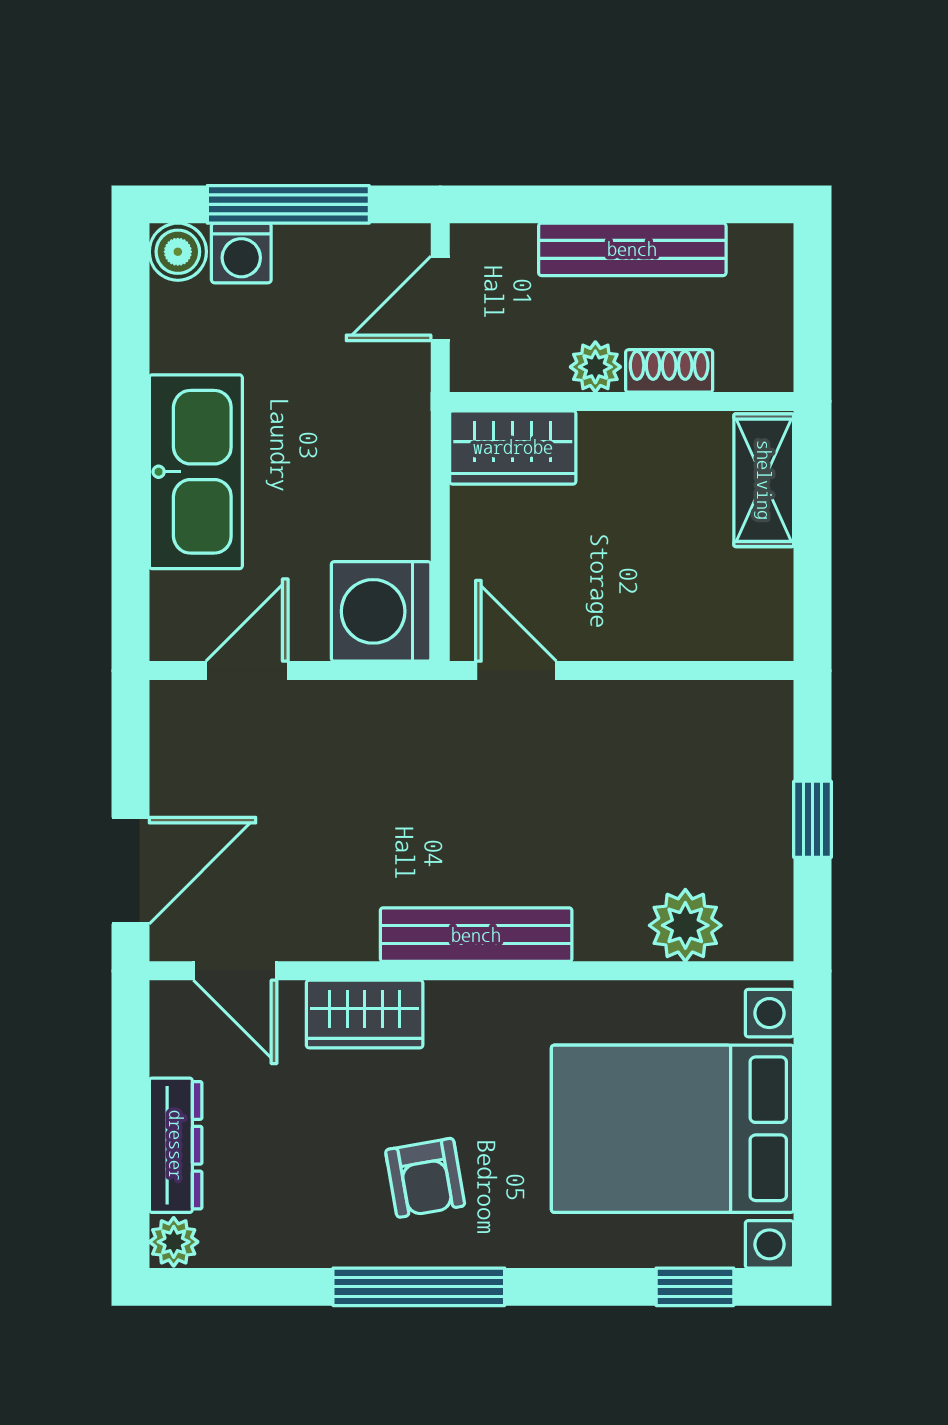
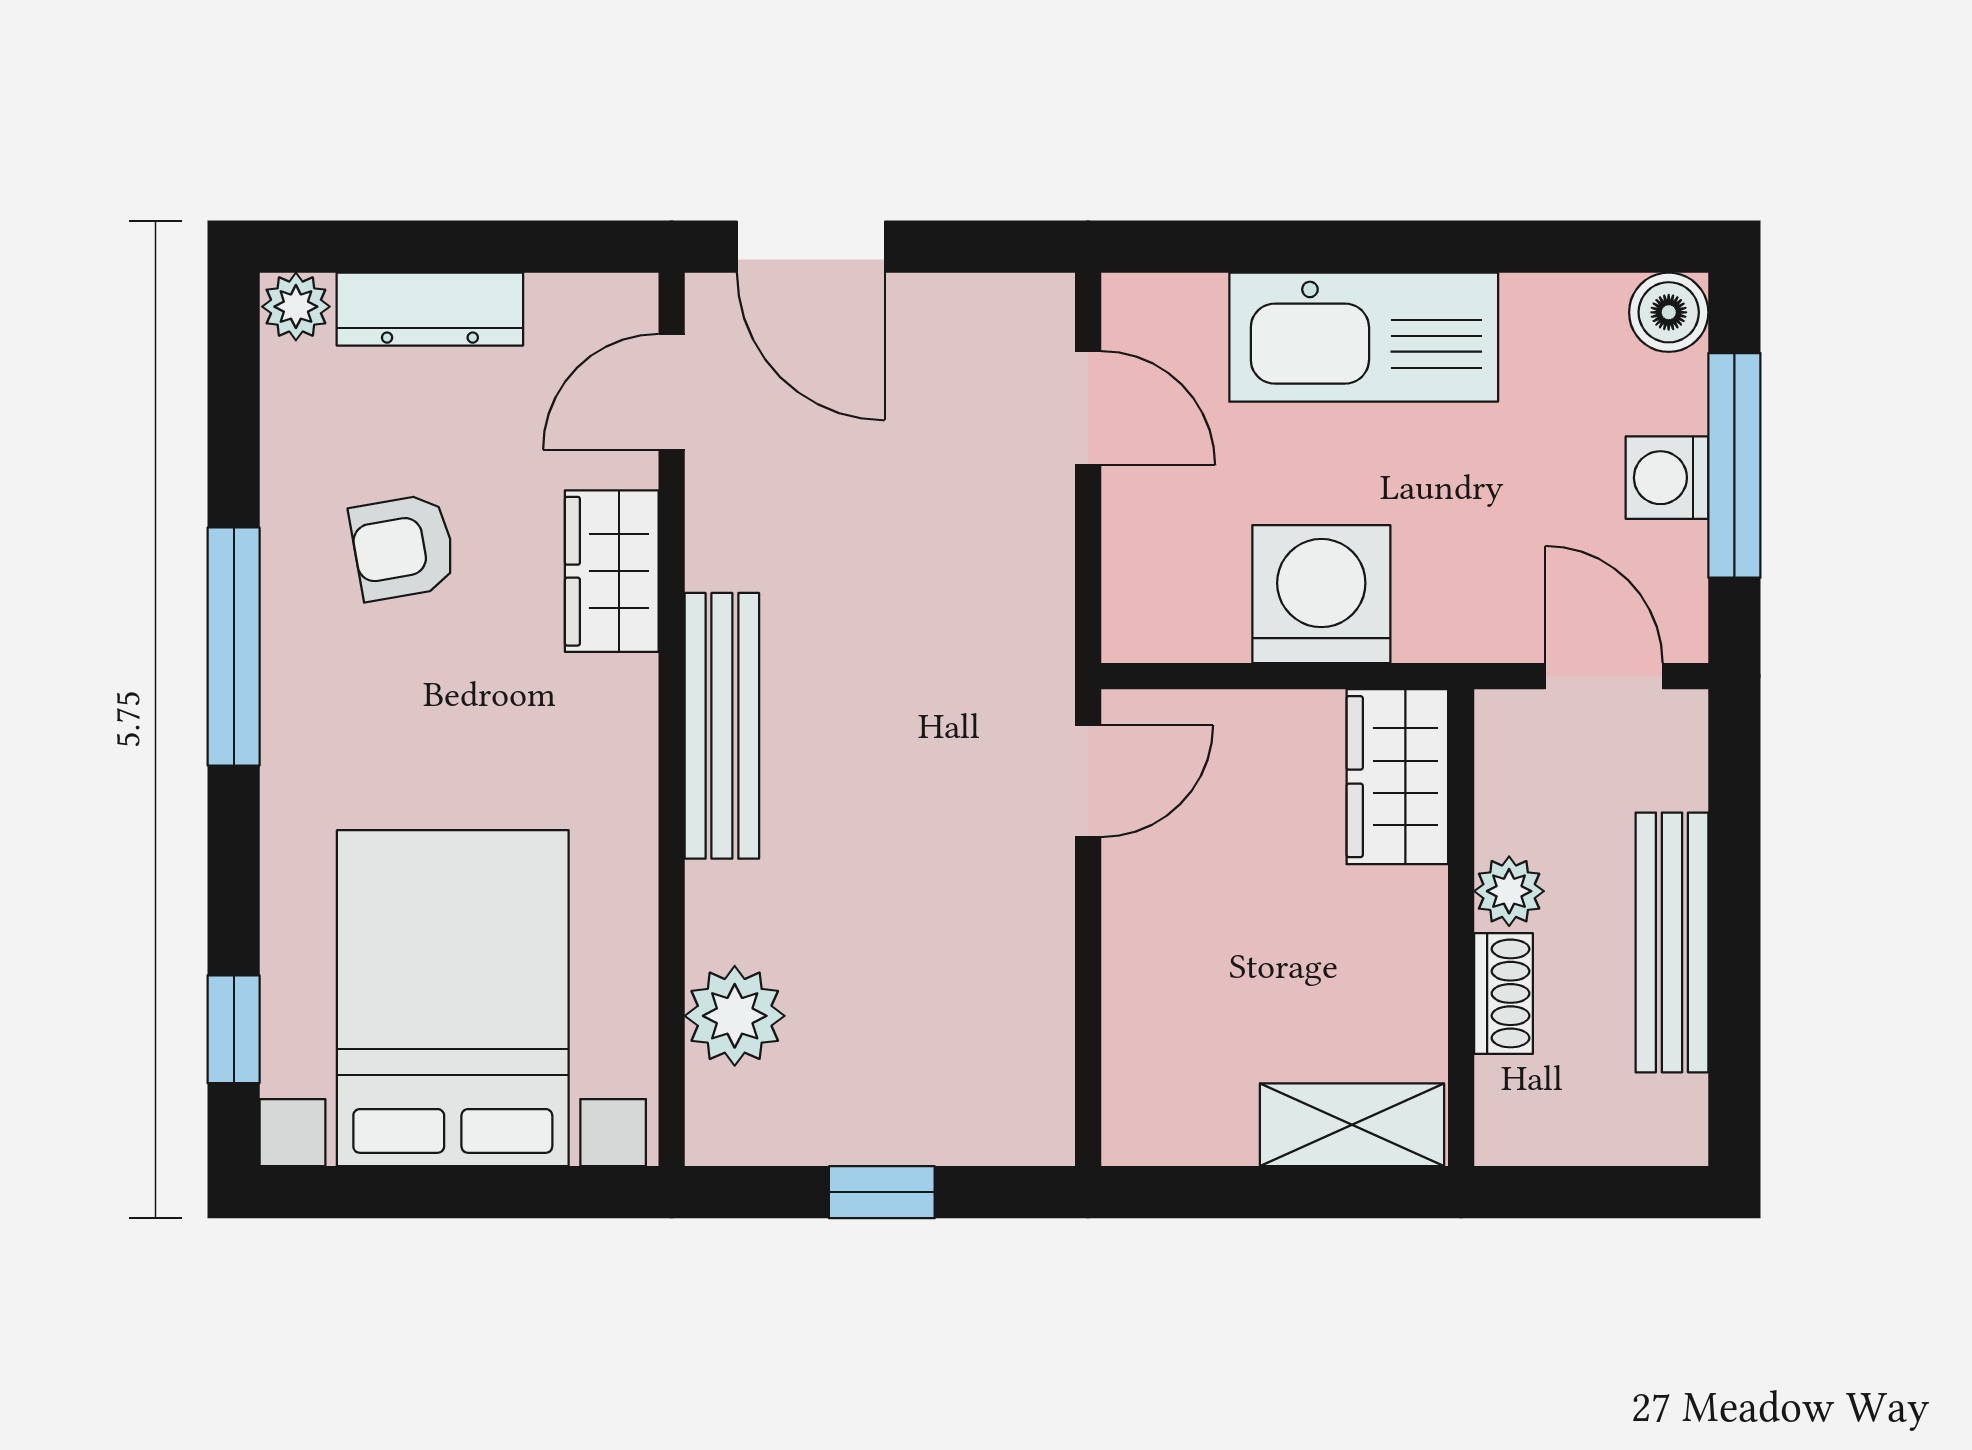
washing machine: (241, 253) -> (1667, 478), moved
washing machine: (381, 611) -> (1321, 594), moved
armchair: (425, 1178) -> (403, 547), moved

